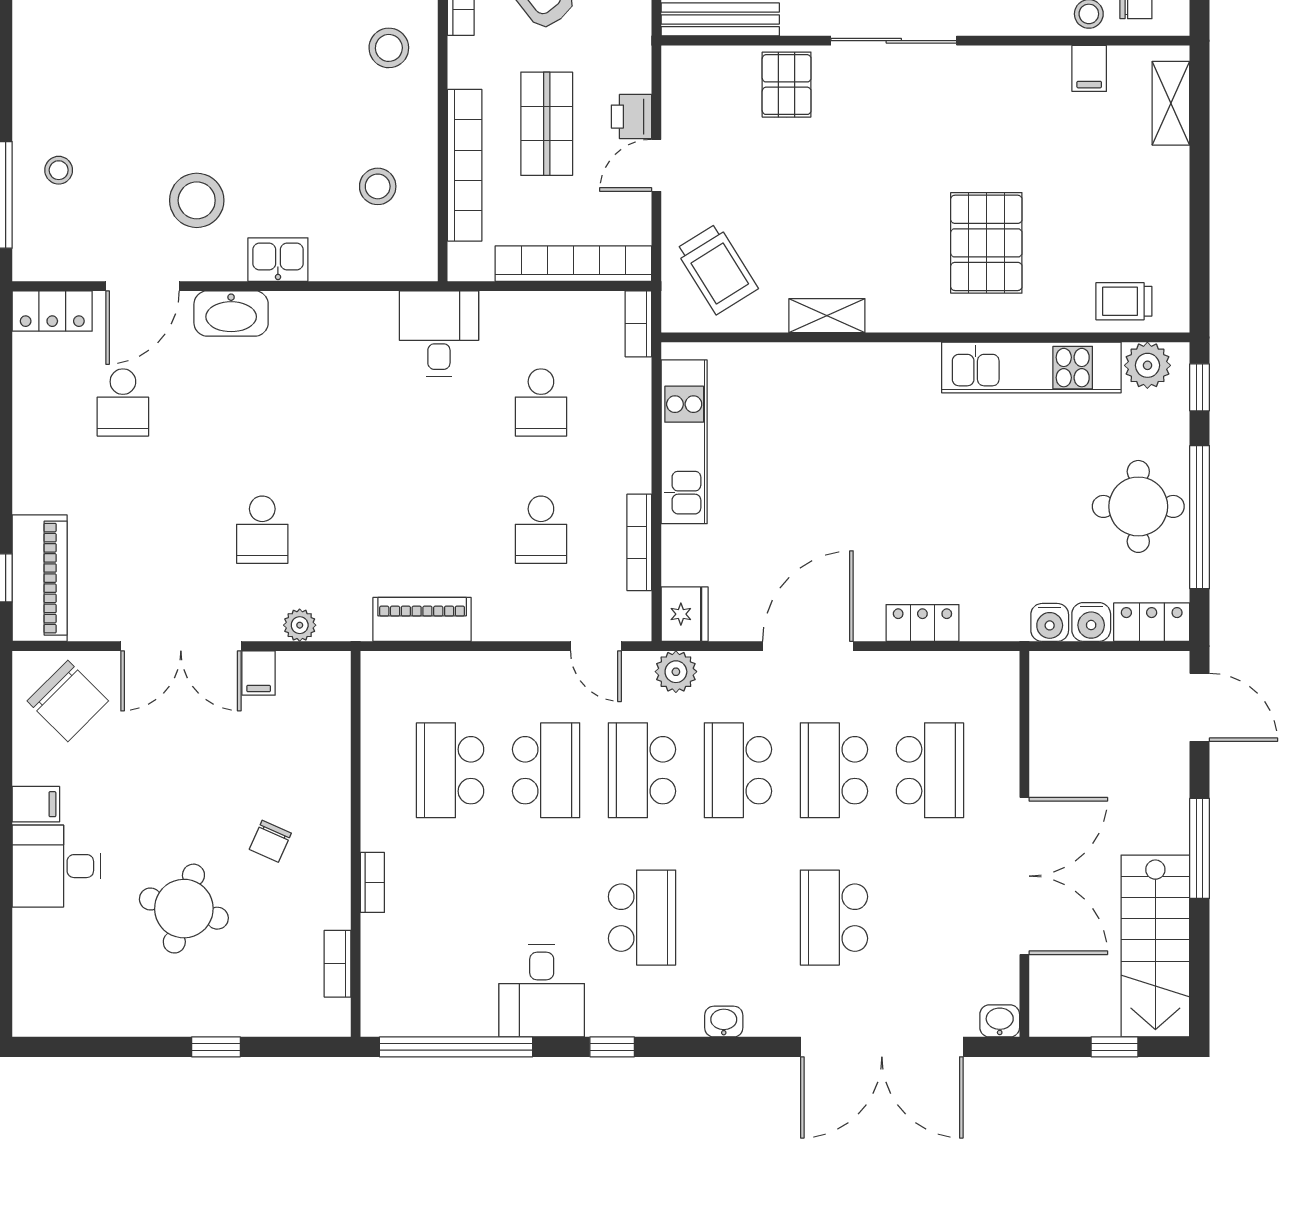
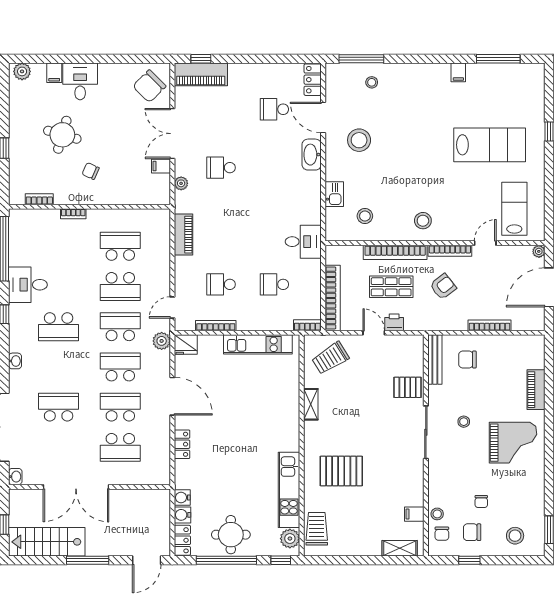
bookcase: (465, 165) -> (395, 252), moved
kitchen sink: (278, 260) -> (334, 194), moved
trolley: (1124, 301) -> (317, 529), width x1.36, depth x1.39
filing cabinet: (36, 804) -> (54, 73), moved
plant: (33, 1005) -> (22, 71), added

